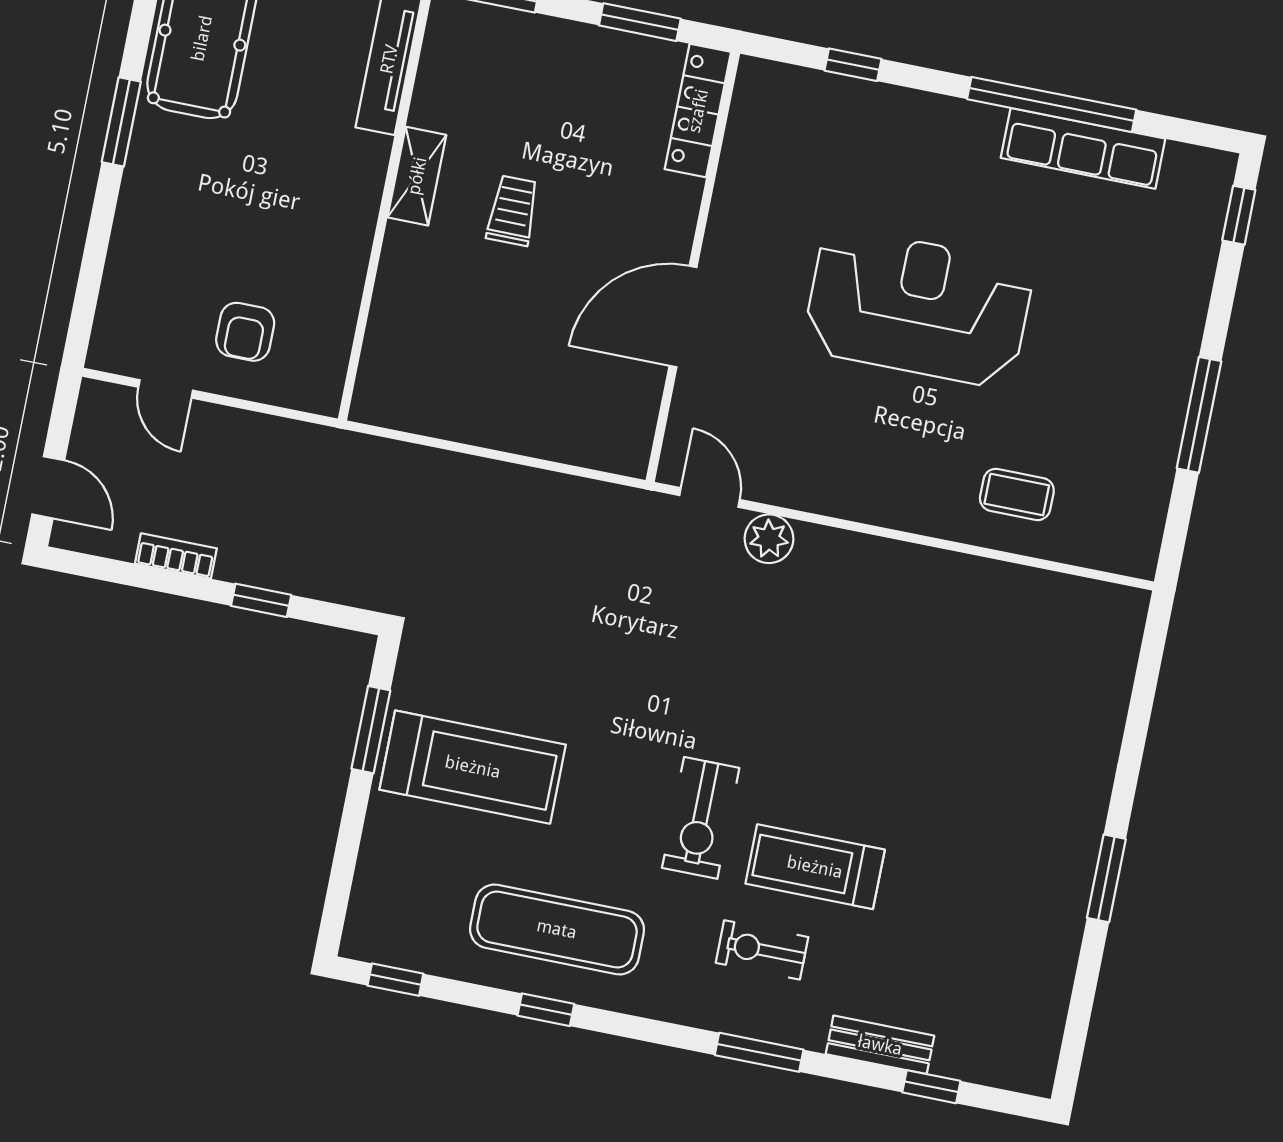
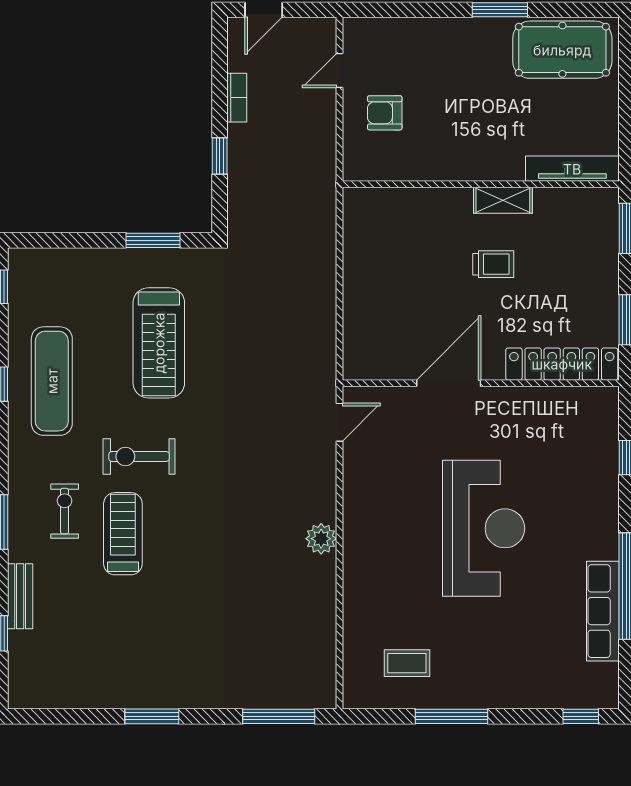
locker: (698, 111) -> (562, 364), width x1.41, depth x1.21
door: (683, 316) -> (449, 383), hinge flipped
coffee table: (1017, 494) -> (407, 663), moved, turned 90
plant: (769, 539) -> (321, 539), moved
window: (1146, 682) -> (279, 716), added
treadmill: (473, 767) -> (159, 343), moved

